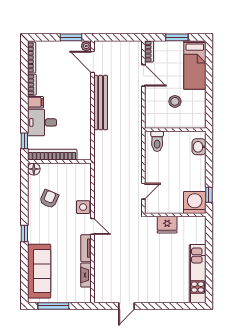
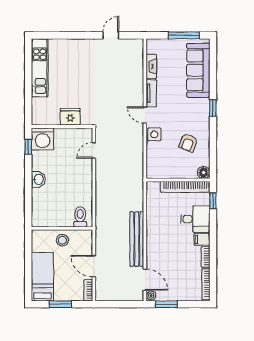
wall: (175, 130) -> (62, 228), moved
toilet: (157, 141) -> (80, 217), moved
washbasin: (199, 147) -> (38, 179), moved

